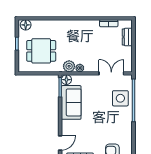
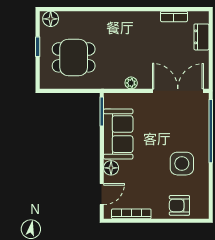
plant: (69, 66) -> (115, 80), removed
double door: (111, 73) -> (178, 91), width x1.37
floor lamp: (66, 80) -> (111, 168), moved
side table: (120, 98) -> (182, 164), moved

